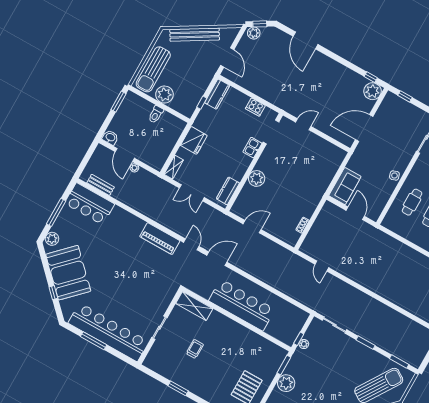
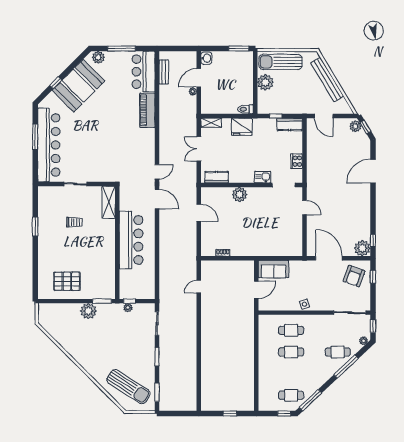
door: (227, 57) -> (324, 116), hinge flipped
toilet: (156, 114) -> (245, 109), moved
armchair: (394, 114) -> (354, 276), added
piano: (160, 239) -> (147, 110), moved

